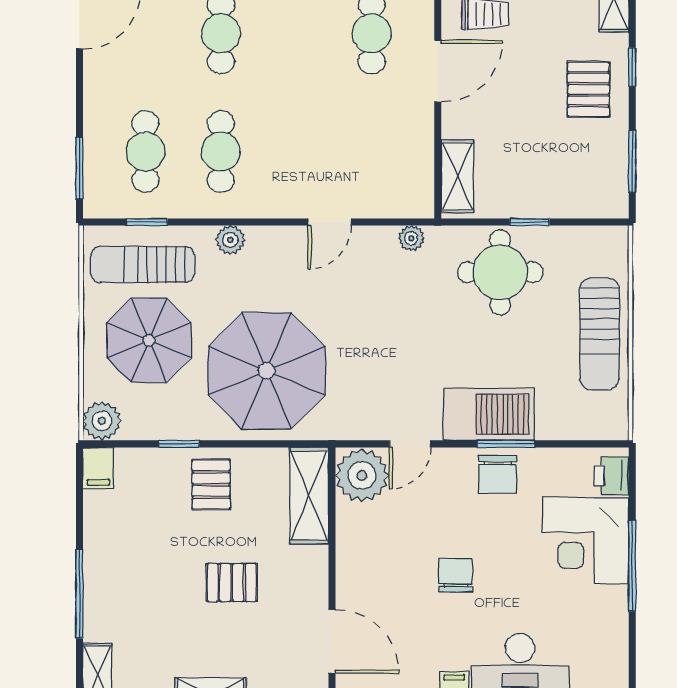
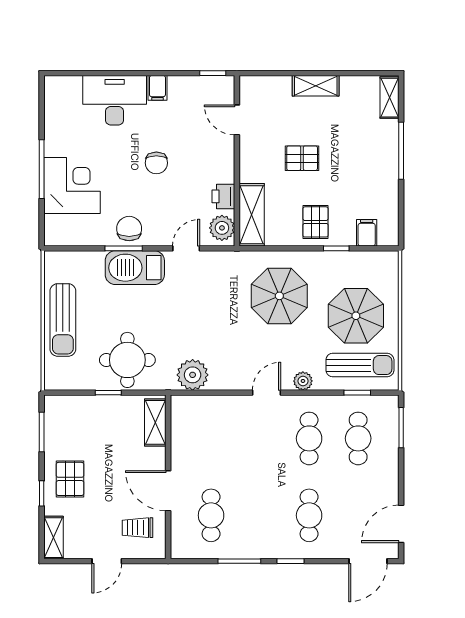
door: (438, 71) -> (168, 491), hinge flipped
door: (330, 222) -> (267, 393), moved
plant: (411, 238) -> (193, 375), width x1.87, depth x1.87
sun lounger: (599, 334) -> (63, 320), turned 180
parasol: (267, 371) -> (279, 296), width x0.73, depth x0.73
plant: (102, 421) -> (386, 263), removed
filing cabinet: (98, 468) -> (367, 233), moved
plant: (362, 475) -> (222, 228), width x0.73, depth x0.73
printer: (611, 476) -> (223, 196), moved, turned 180
door: (332, 641) -> (237, 120), width x0.73

